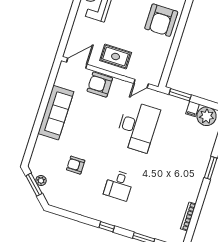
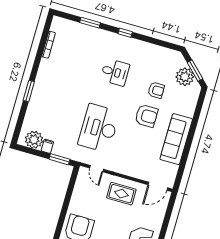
door: (141, 84) -> (97, 169), swing flipped
armchair: (100, 85) -> (146, 116), moved
plant: (41, 181) -> (185, 77), width x1.87, depth x1.87
desk: (119, 185) -> (115, 72), turned 90

